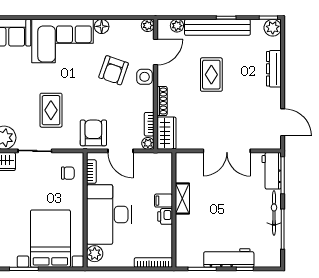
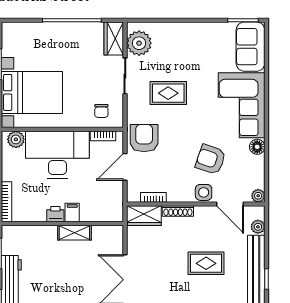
armchair: (93, 133) -> (144, 138), turned -90
plant: (148, 143) -> (133, 196), removed

